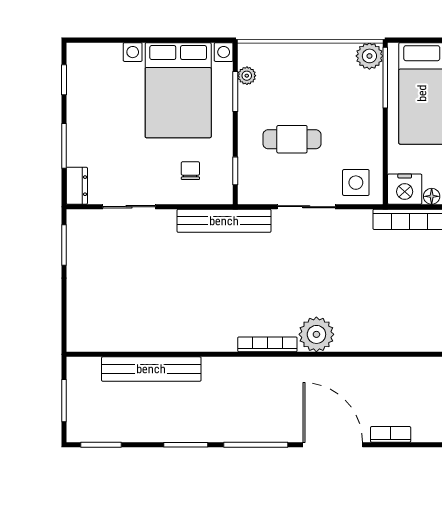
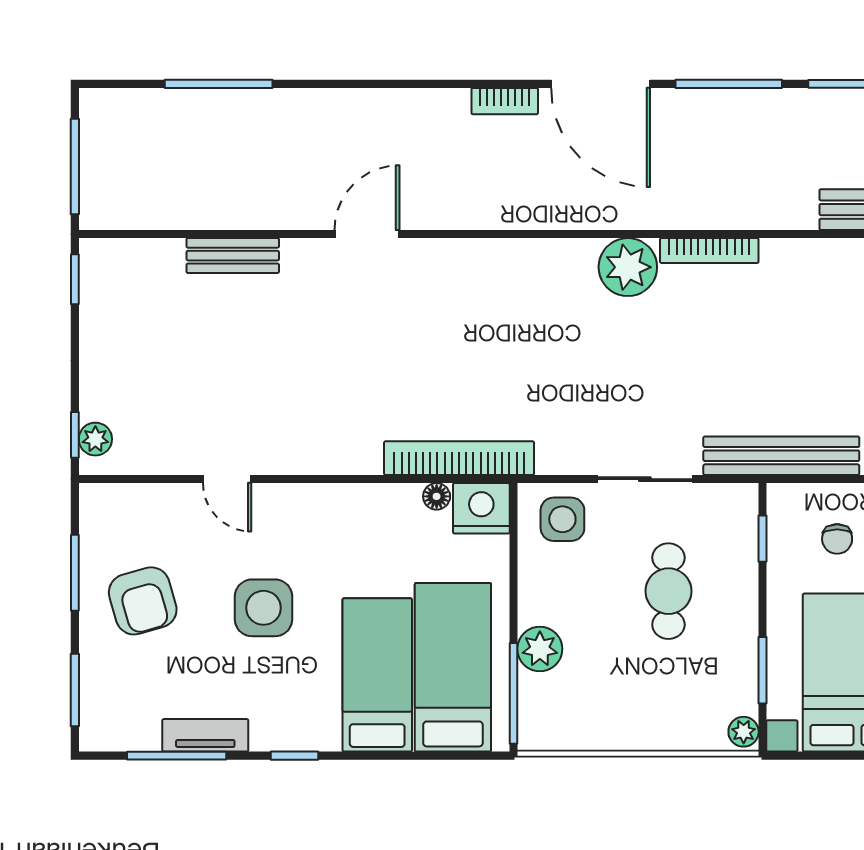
plant: (369, 56) -> (540, 649), moved
plant: (247, 76) -> (744, 732), moved
cafe table: (292, 139) -> (668, 591), turned 90

